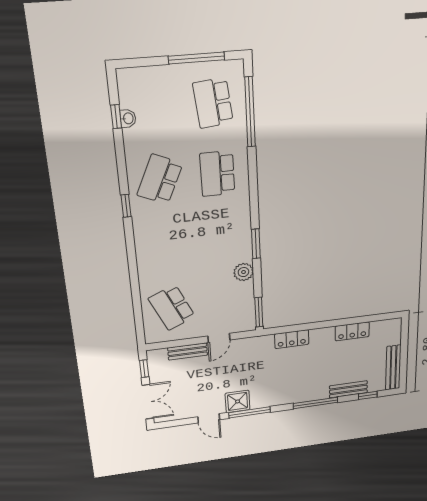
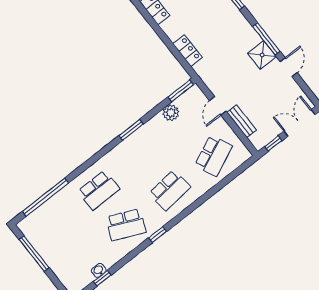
school desk: (213, 103) -> (170, 190), moved
plant: (244, 272) -> (171, 113), moved
door: (219, 338) -> (218, 106), swing flipped

